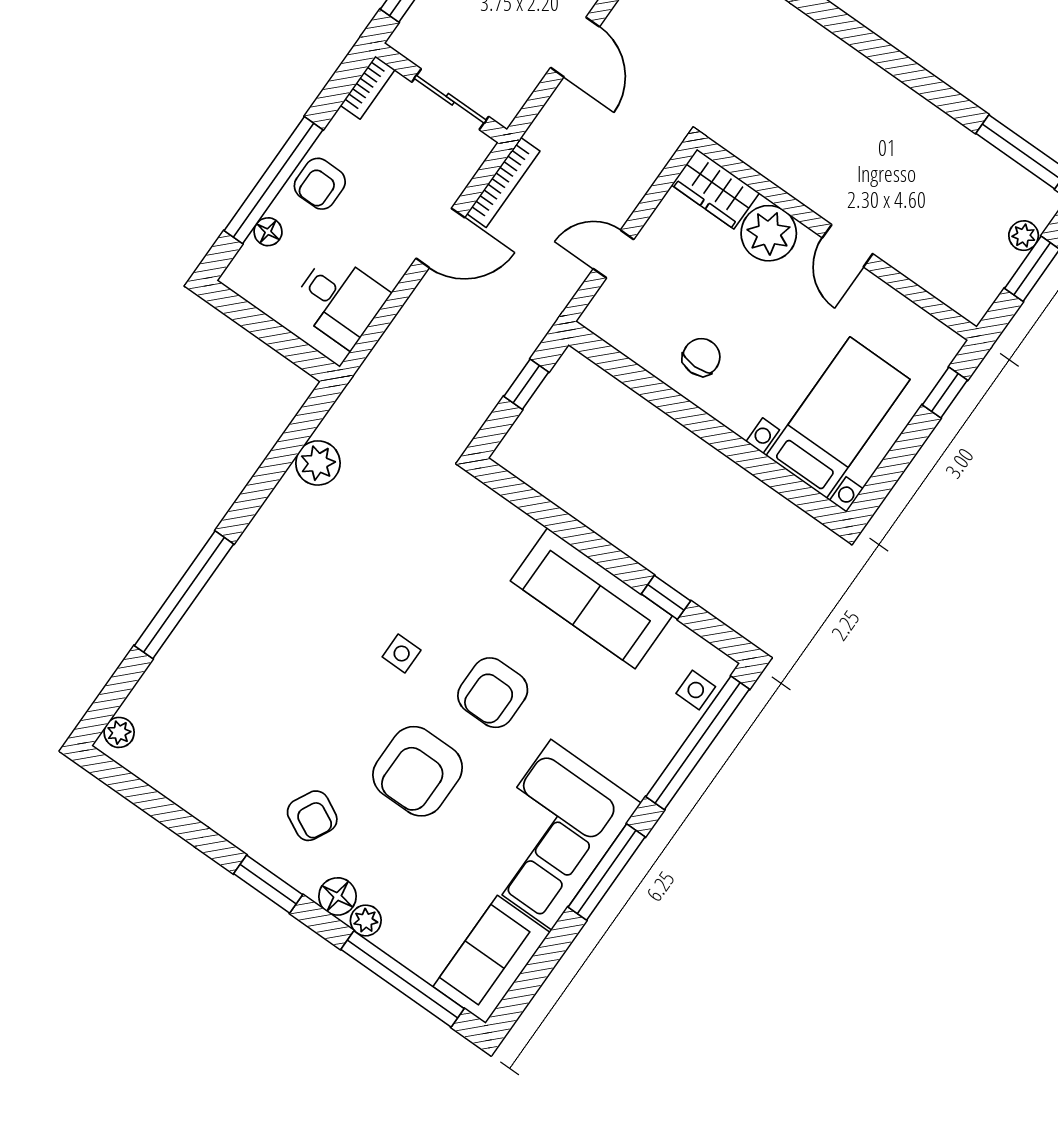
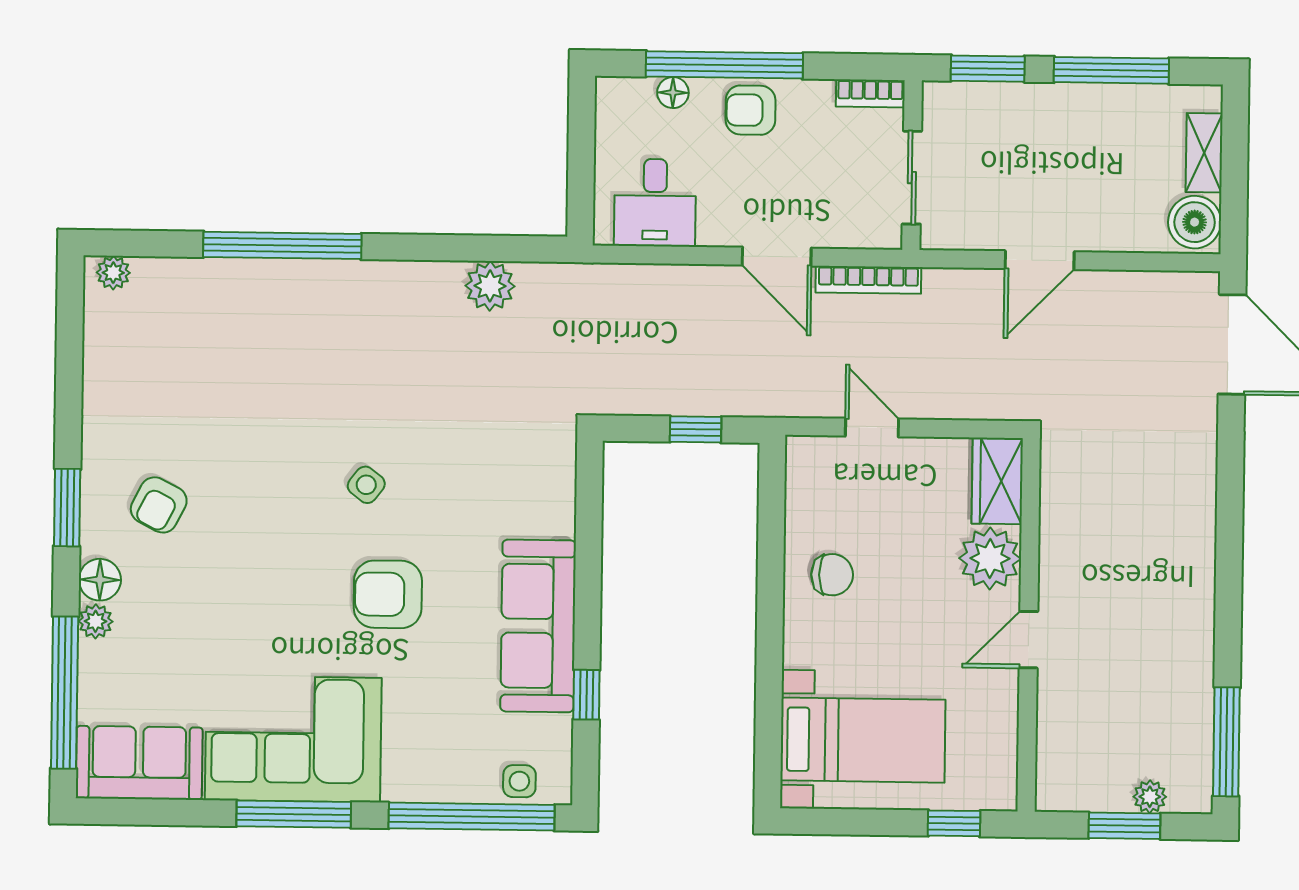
side table: (402, 653) -> (366, 485), turned 38
armchair: (418, 771) -> (267, 575), removed

